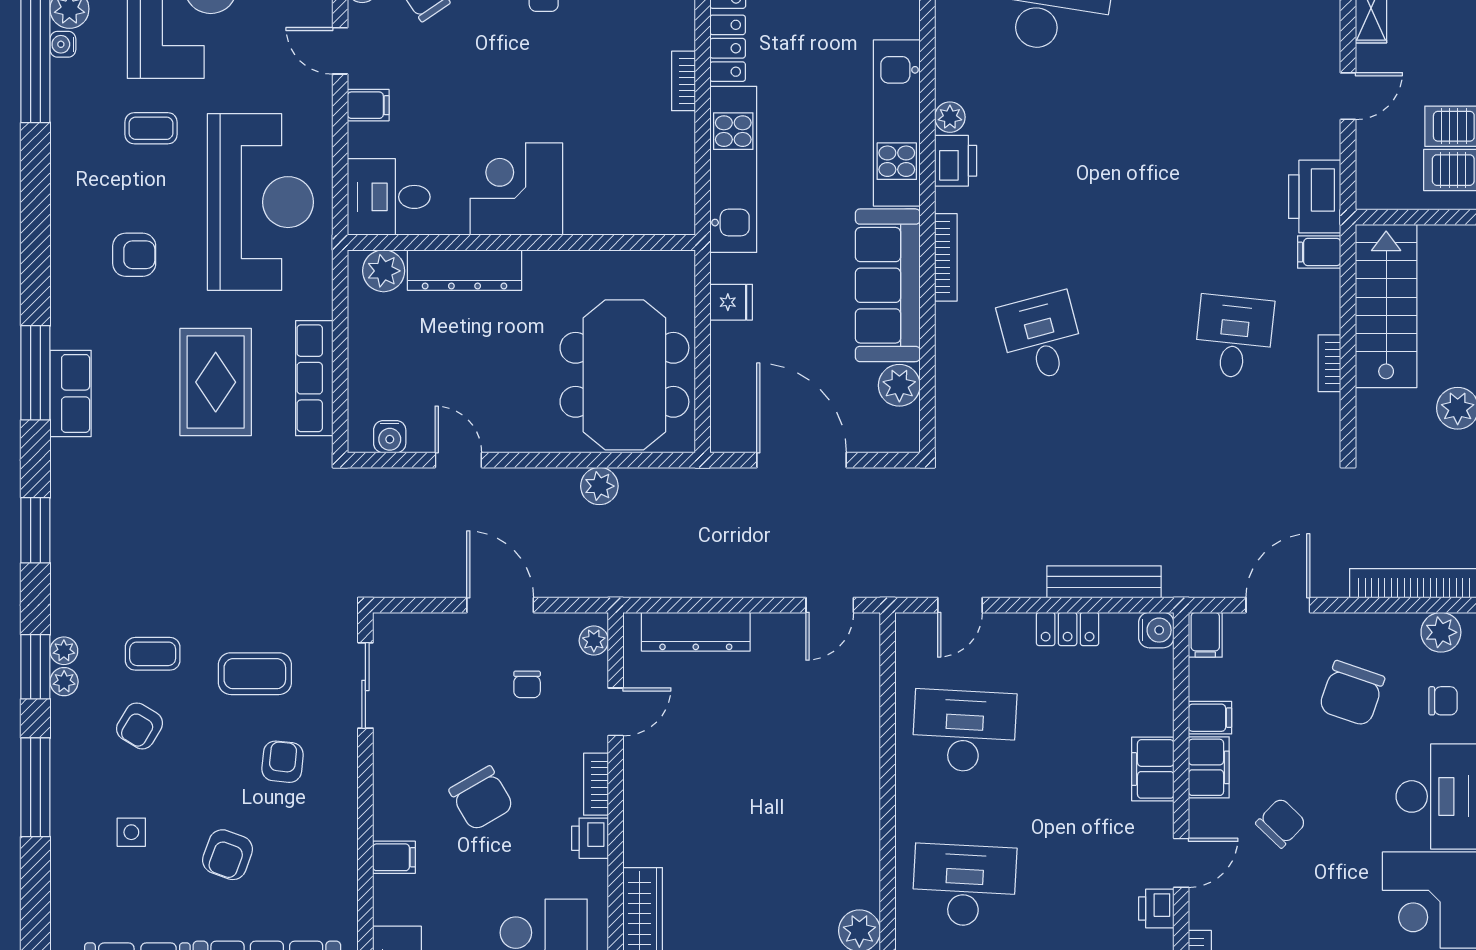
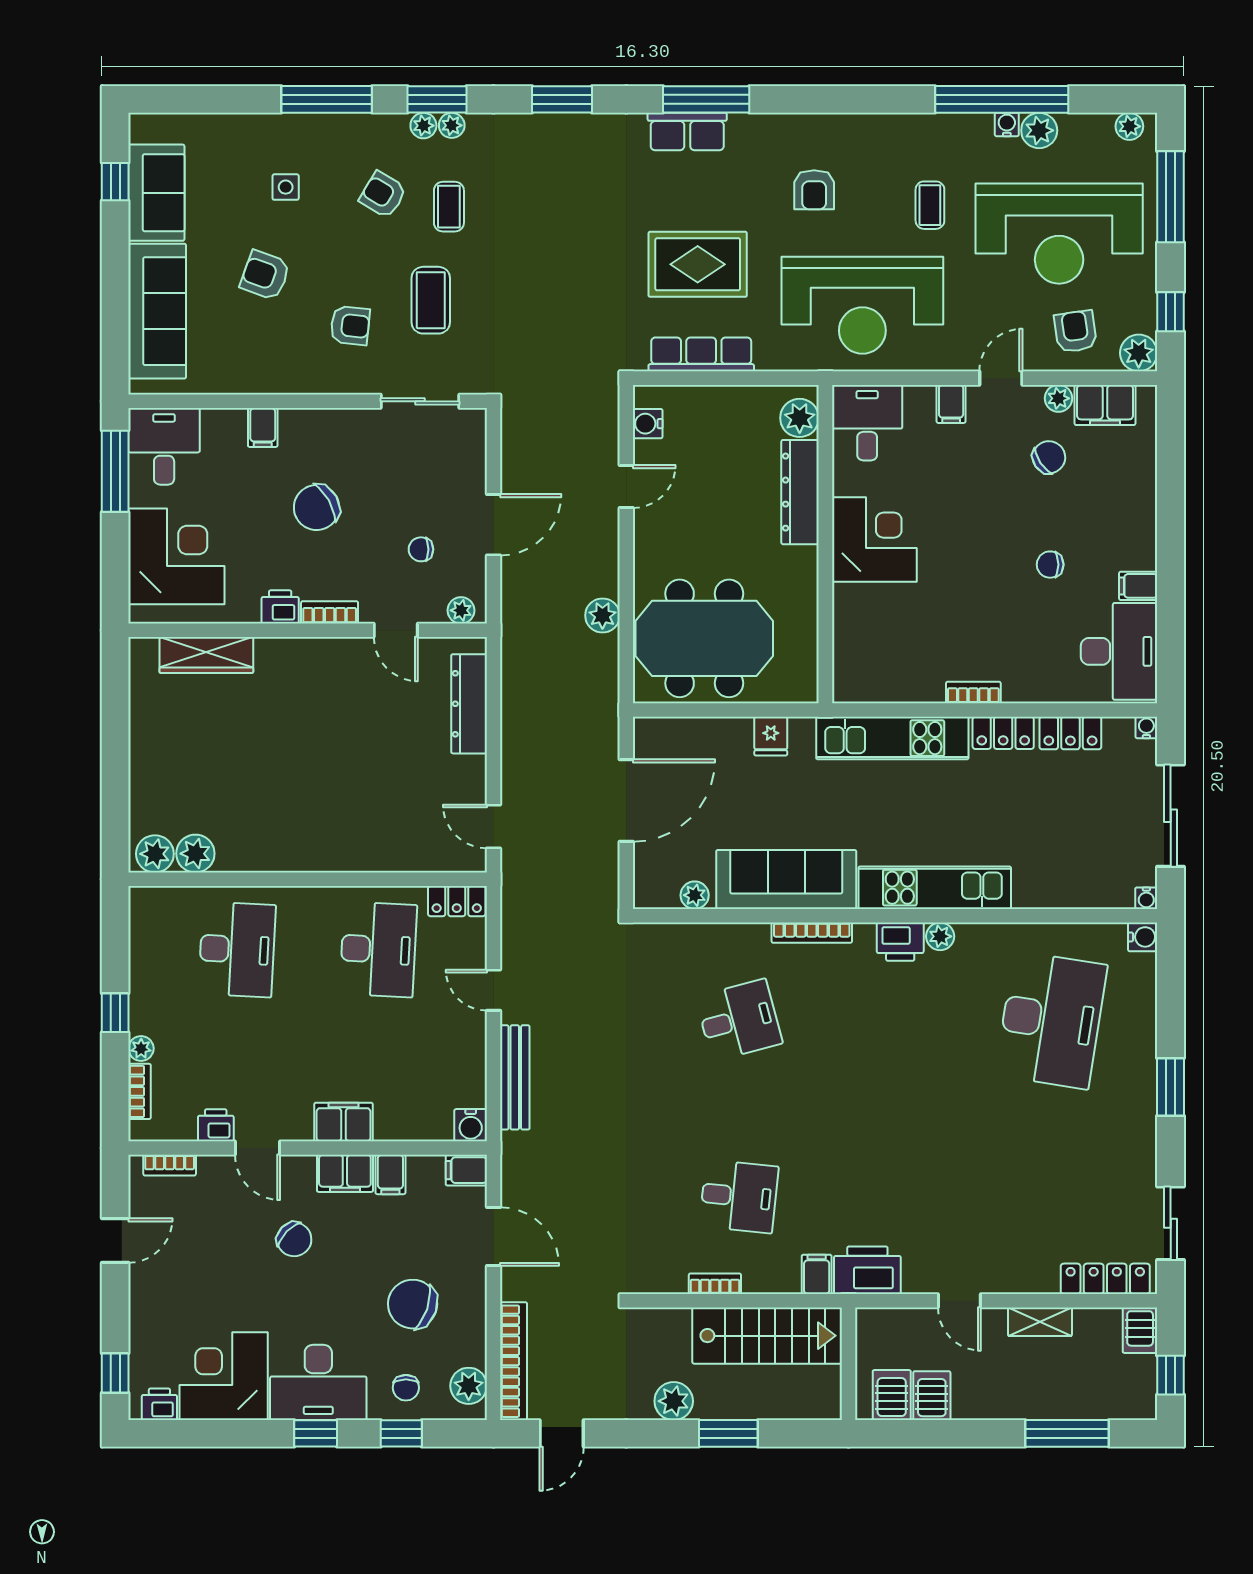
plant: (899, 385) -> (695, 895), width x0.73, depth x0.73
door: (960, 605) -> (494, 990), moved
locker: (1068, 629) -> (457, 901), moved, turned -90

